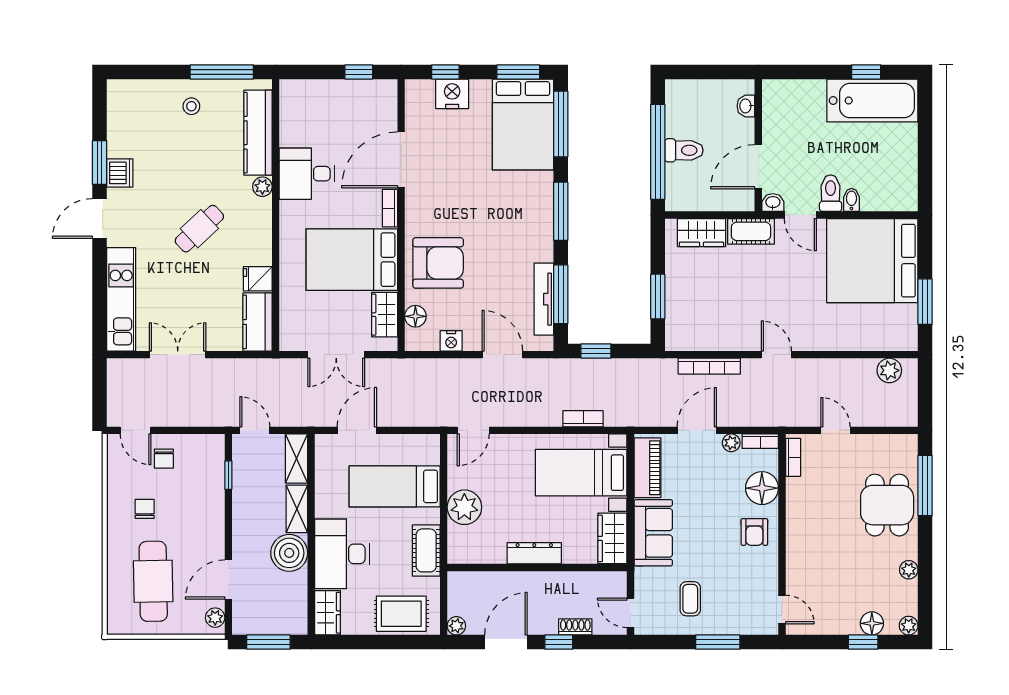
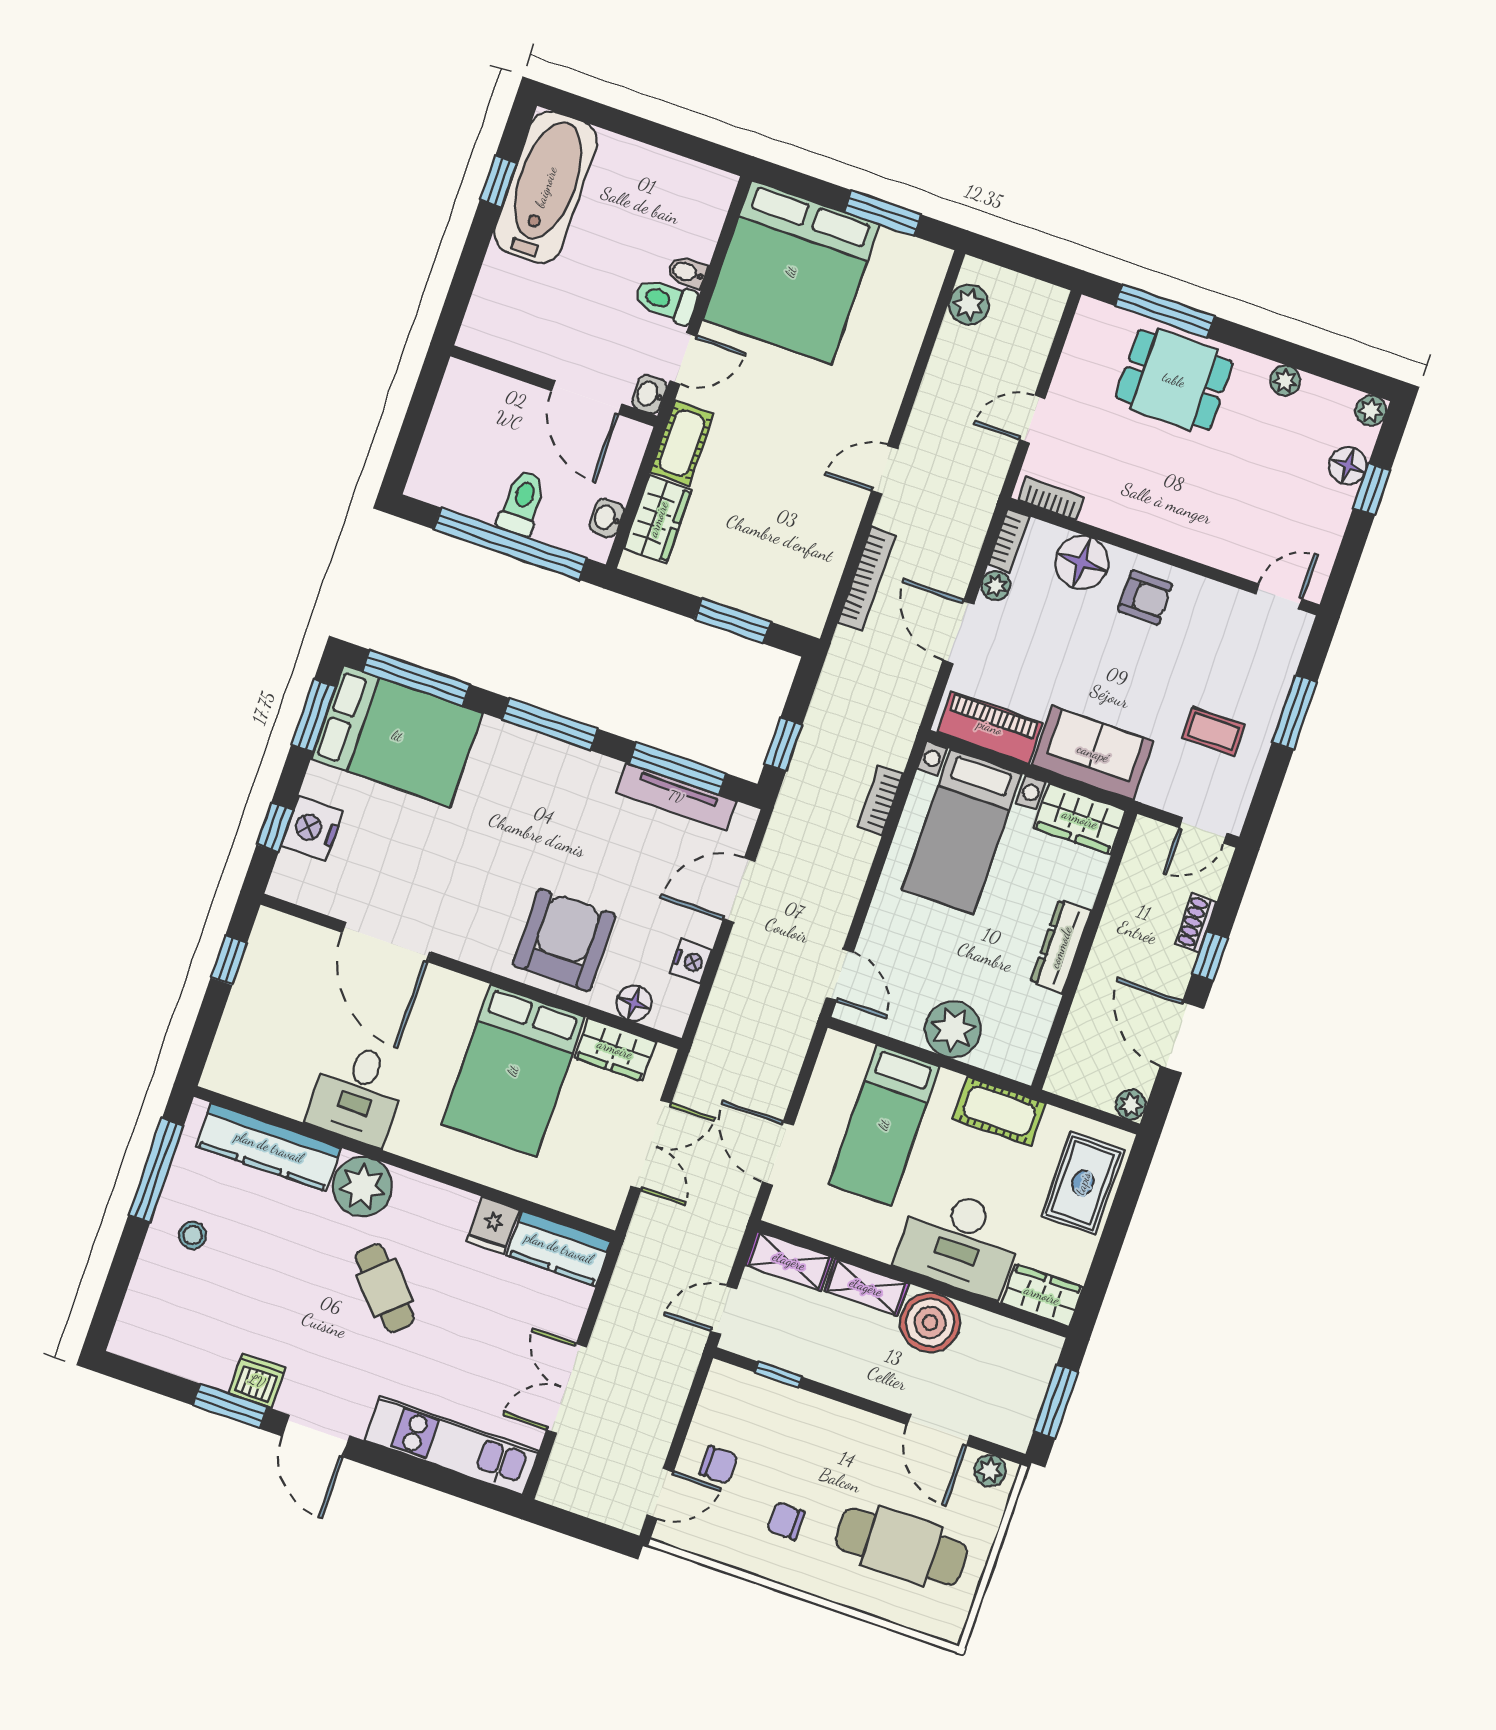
washbasin: (746, 106) -> (607, 518), moved, turned 90
plant: (262, 187) -> (362, 1187), width x1.88, depth x1.88
bookcase: (390, 208) -> (454, 985), removed

